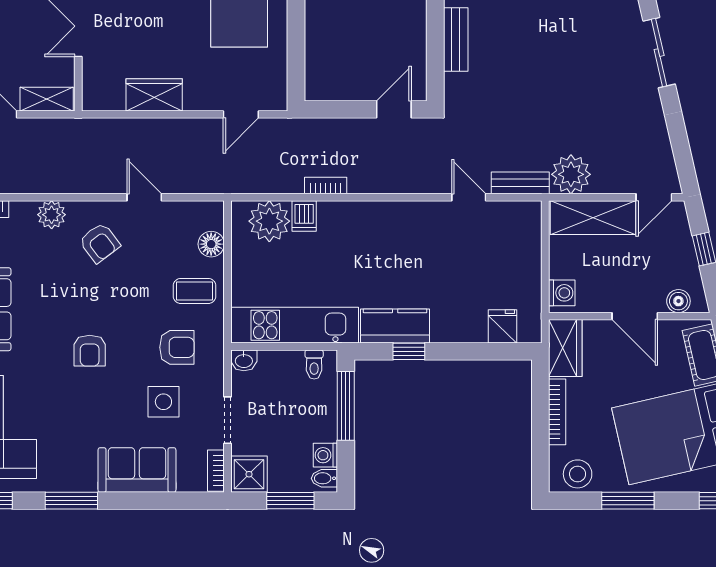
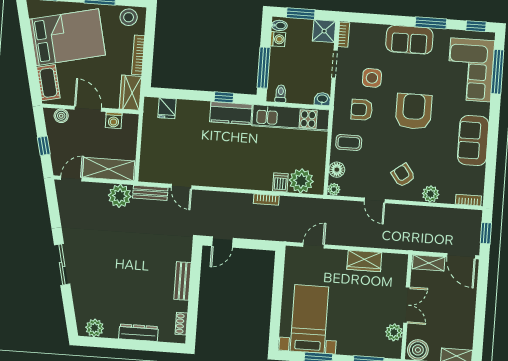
plant: (214, 211) -> (334, 189), added
washing machine: (562, 293) -> (114, 120), moved, turned -90
armchair: (90, 351) -> (414, 111), width x1.88, depth x1.88
sofa: (137, 470) -> (409, 40), moved

